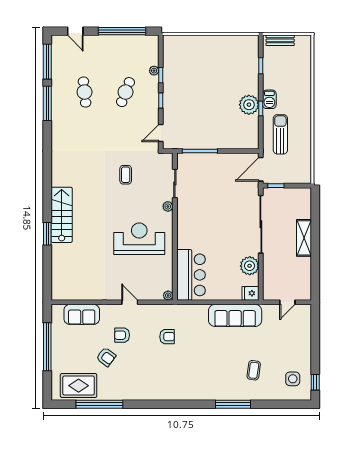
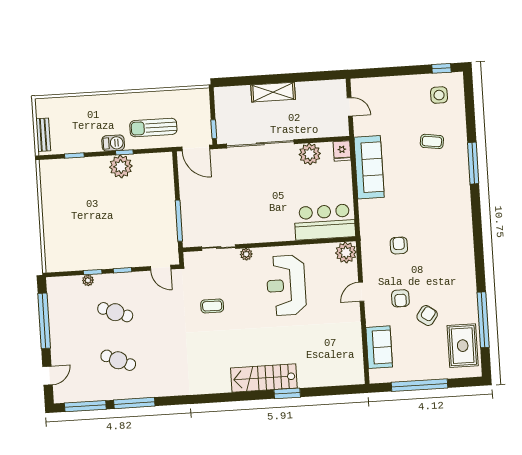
cafe table: (85, 92) -> (118, 360), turned 30
plant: (168, 296) -> (346, 253), width x1.88, depth x1.88

